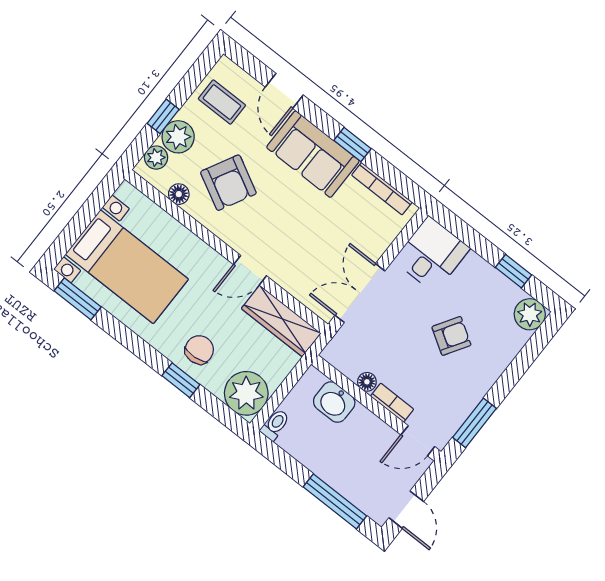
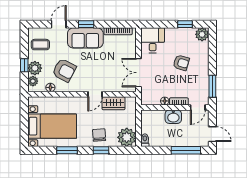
door: (284, 91) -> (59, 24), swing flipped
window: (353, 145) -> (86, 24), moved
window: (78, 299) -> (67, 150), moved
wardrobe: (281, 321) -> (114, 103), width x0.67
armchair: (451, 336) -> (181, 63), turned 74
washbasin: (334, 402) -> (173, 117), moved

